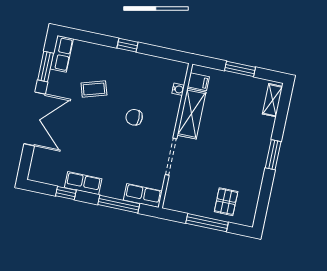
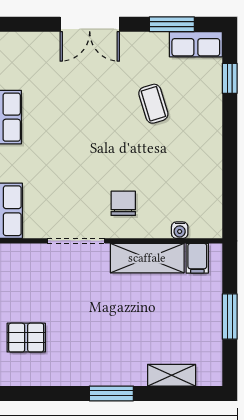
window: (127, 45) -> (230, 78), moved
shelving: (273, 100) -> (172, 375), moved
chair: (134, 117) -> (123, 203), moved
double door: (35, 119) -> (90, 24), width x0.73

